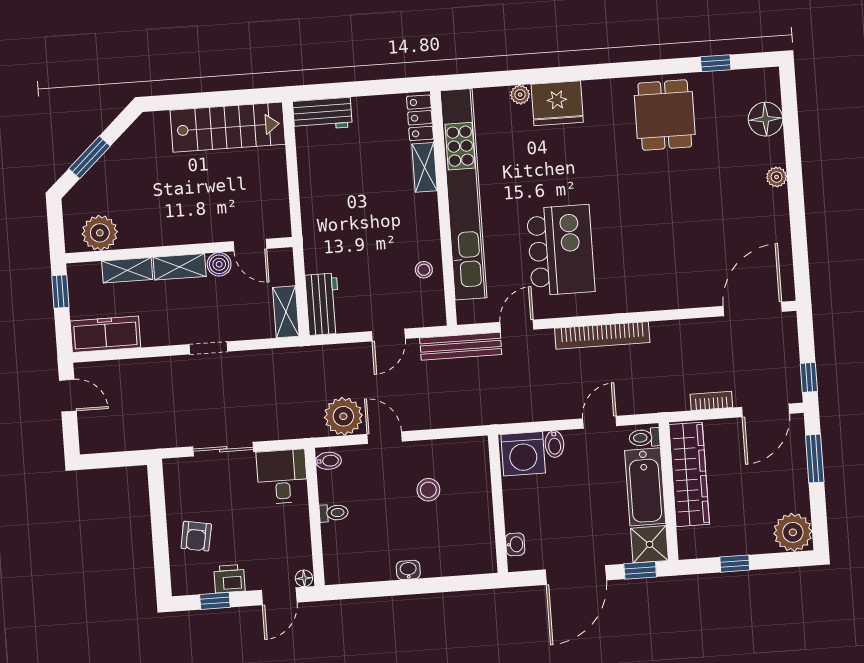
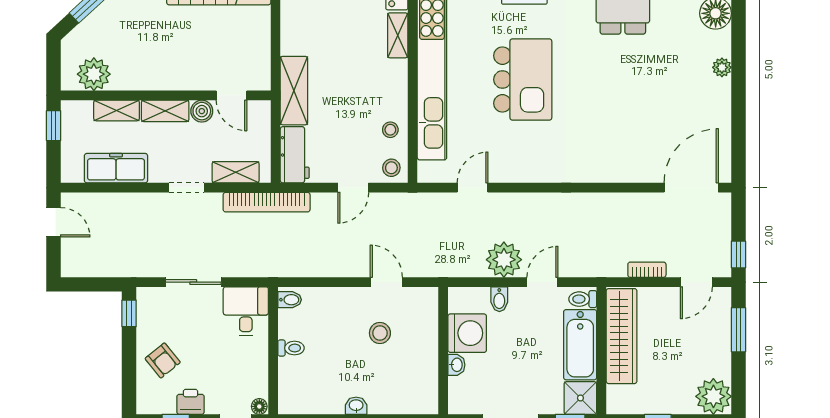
shelving: (317, 235) -> (294, 91), added
kitchen island: (561, 250) -> (523, 80), moved
stool: (428, 311) -> (391, 168), added
shelving: (286, 312) -> (236, 172), moved, turned 90
freezer: (105, 334) -> (116, 168), moved
bookcase: (602, 335) -> (267, 202), moved
bench: (461, 346) -> (419, 203), removed
door: (766, 410) -> (696, 282), width x0.73
plant: (343, 416) -> (504, 260), moved
door: (385, 438) -> (386, 282), moved
washing machine: (523, 454) -> (467, 333), moved, turned -90
window: (156, 488) -> (129, 313), added
armchair: (196, 536) -> (163, 360), turned -49
washbasin: (515, 544) -> (456, 365), moved

